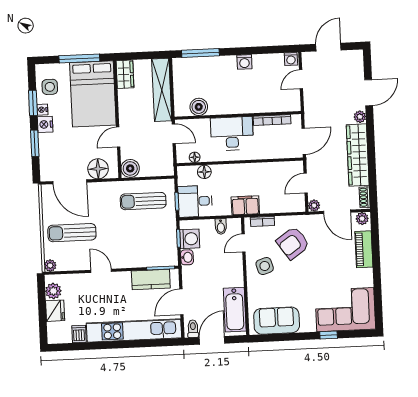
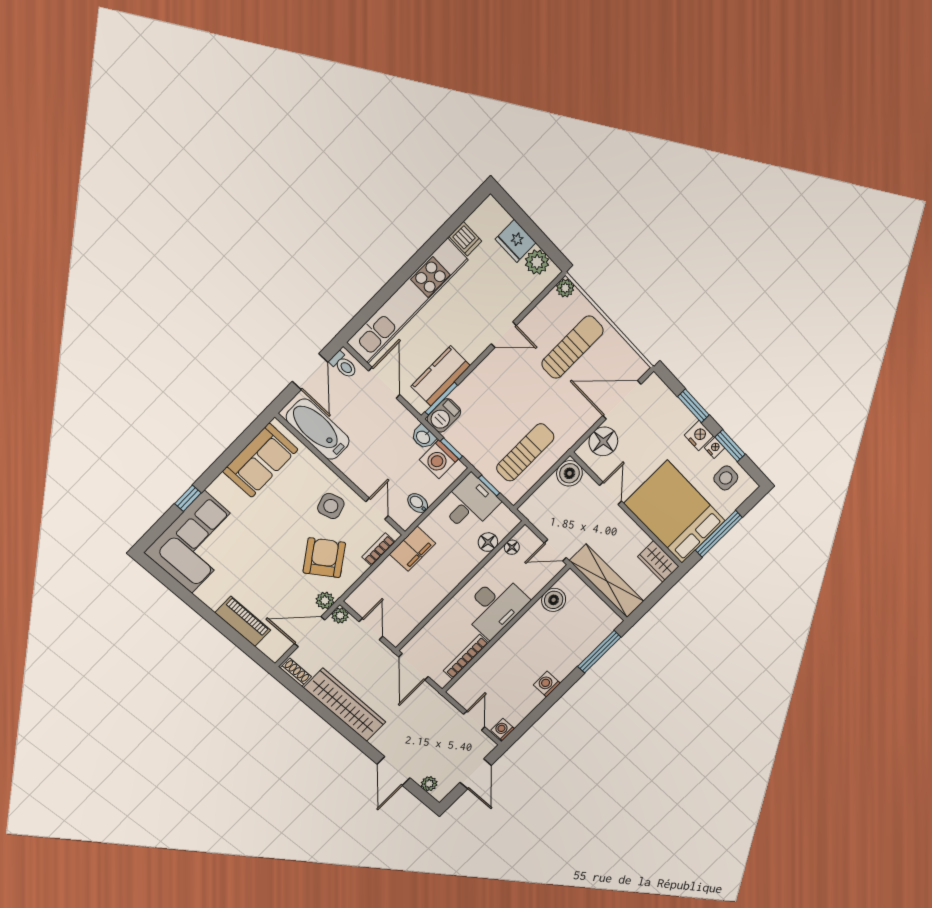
plant: (360, 117) -> (429, 784), moved
plant: (362, 219) -> (325, 600), moved
barbecue: (167, 259) -> (444, 415), added

